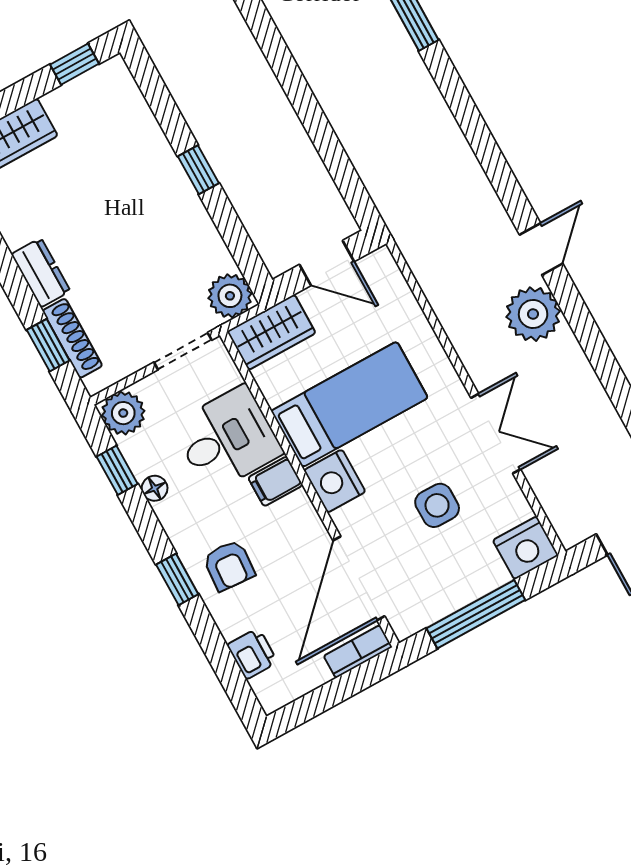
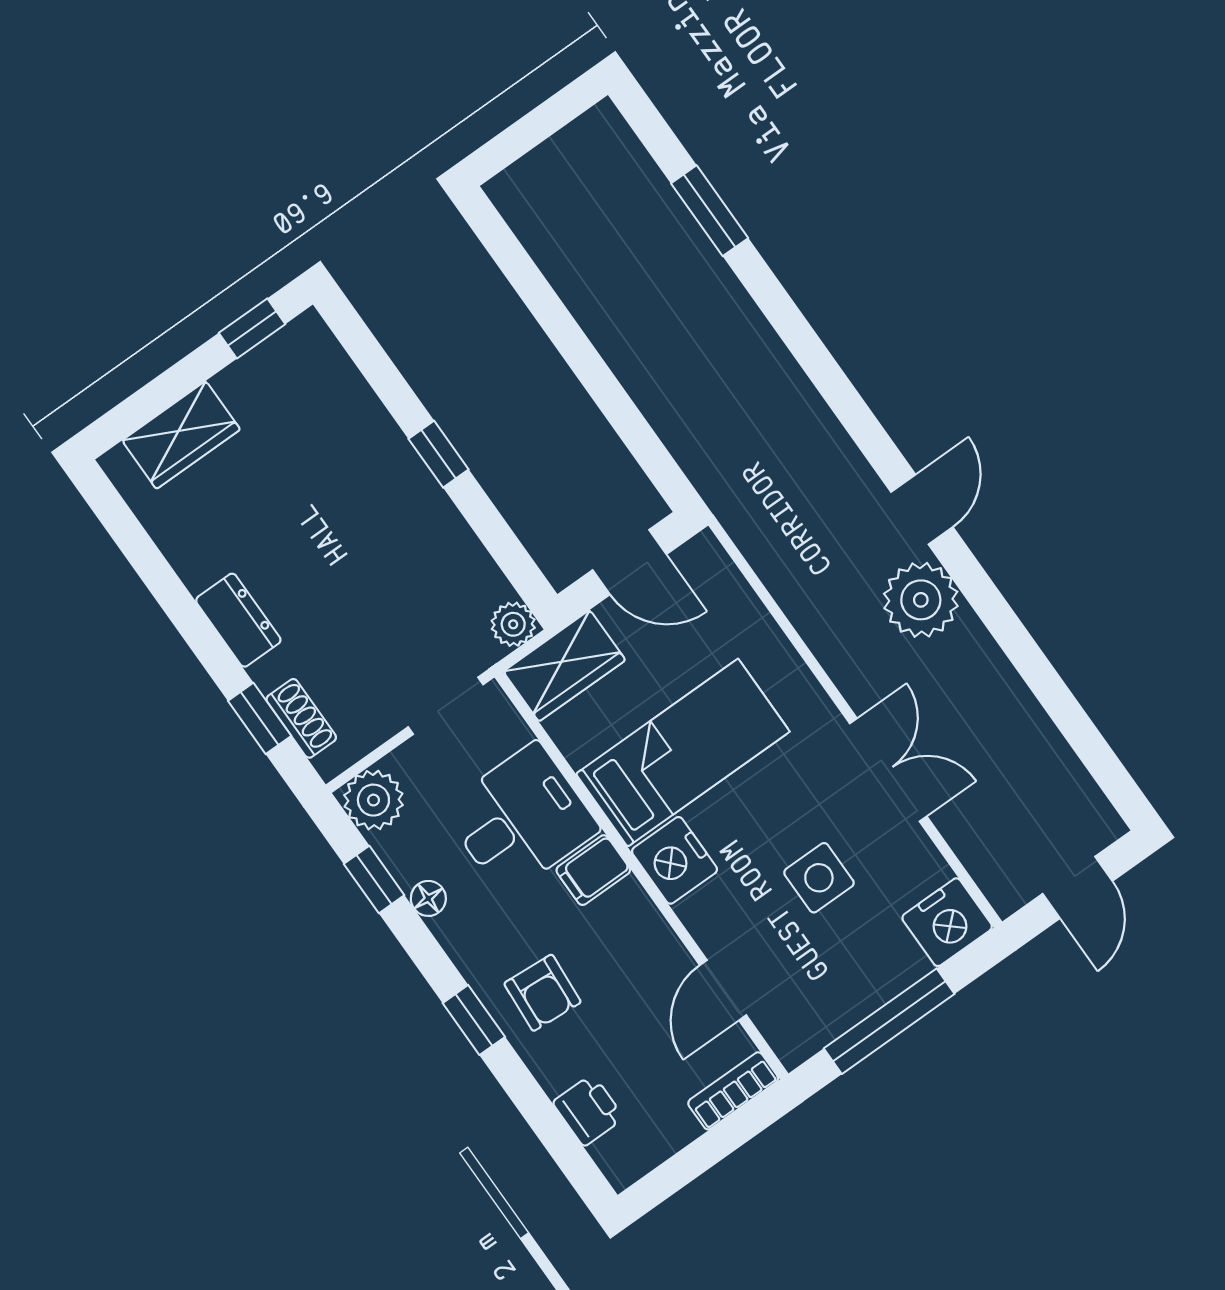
plant: (230, 296) -> (513, 624), width x0.73, depth x0.73
shoe rack: (72, 338) -> (301, 718), width x0.70
door: (359, 578) -> (723, 990), width x0.53

